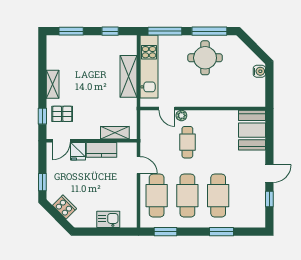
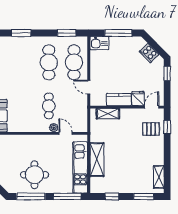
shelving: (53, 84) -> (159, 177), moved
cafe table: (218, 196) -> (24, 62), removed
kitchen sink: (108, 219) -> (99, 43), moved
window: (102, 232) -> (118, 33), added

